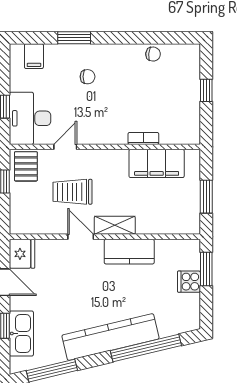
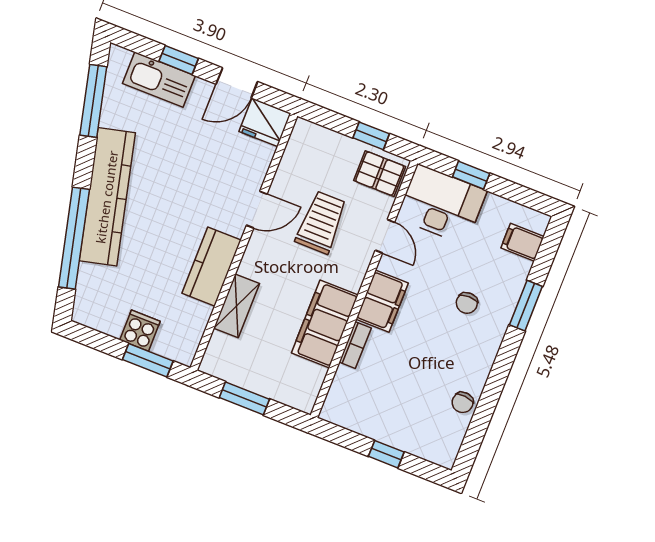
filing cabinet: (108, 132) -> (382, 301), added
filing cabinet: (157, 163) -> (325, 324), moved
shelving: (115, 225) -> (237, 306), moved

